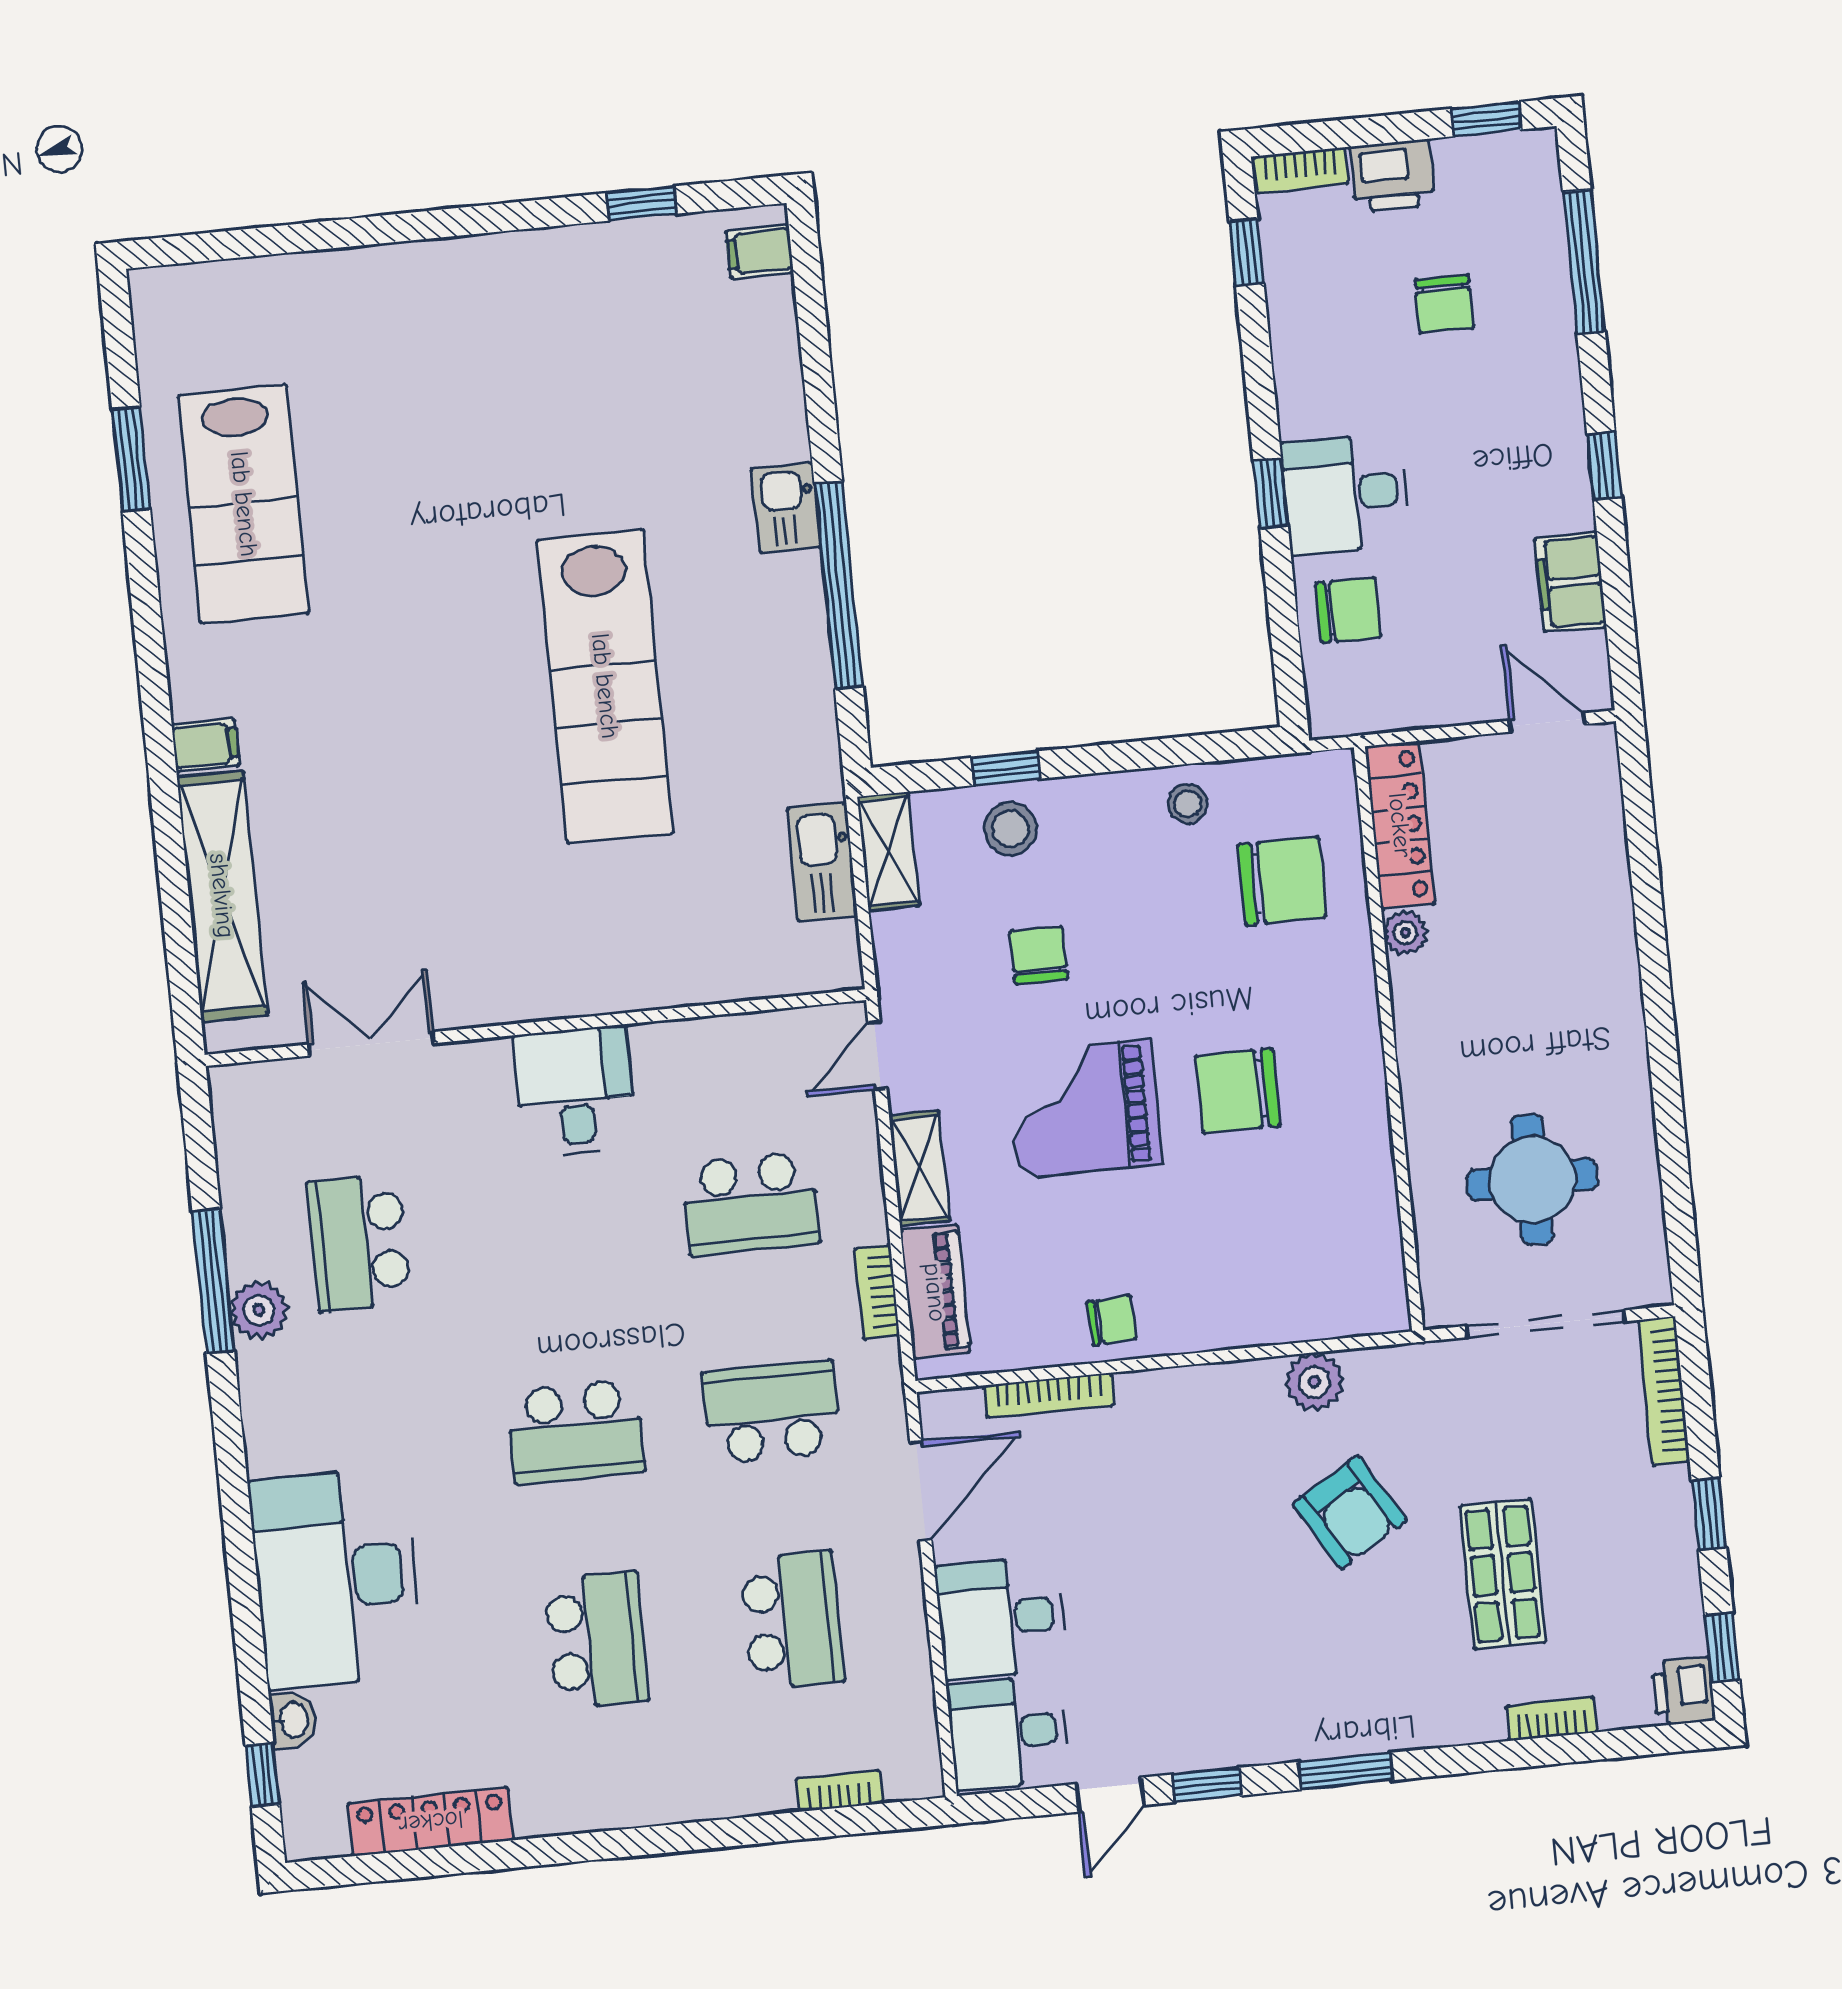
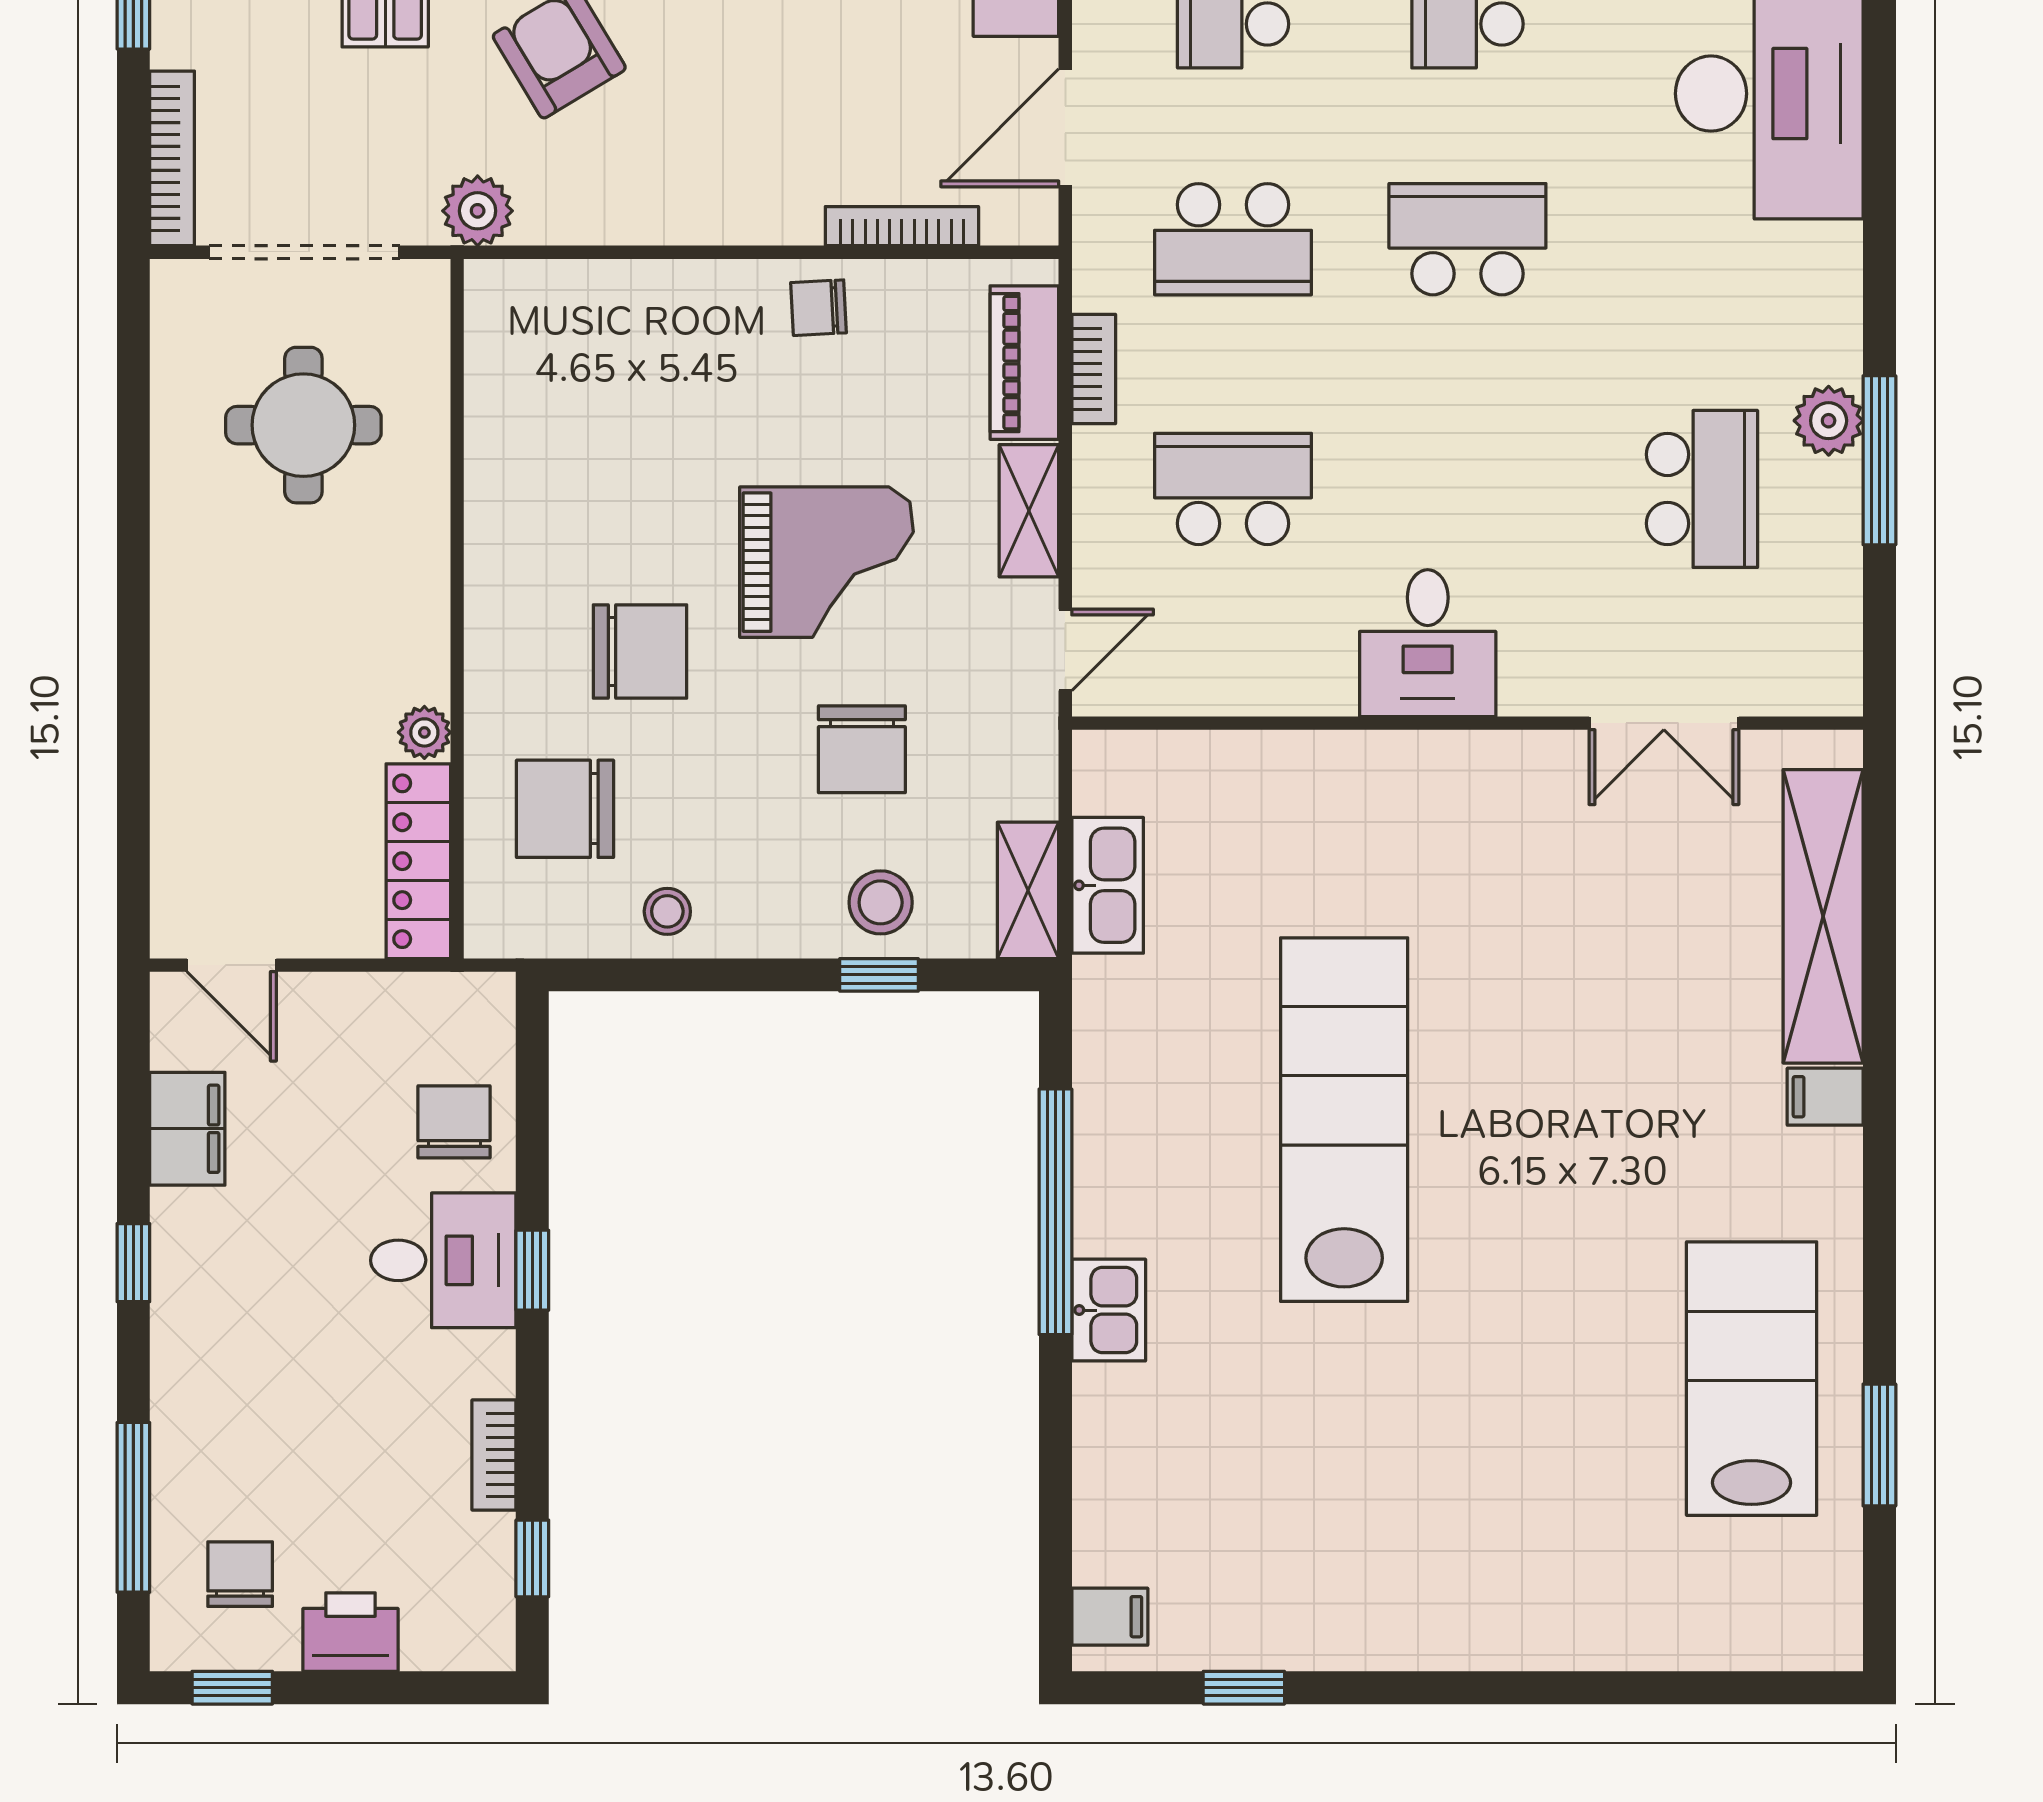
bookcase: (1301, 170) -> (494, 1455), moved, turned -90
chair: (1444, 304) -> (240, 1574), moved
chair: (1348, 610) -> (454, 1122), turned 90
chair: (1039, 955) -> (862, 749), width x1.37, depth x1.37
chair: (1238, 1091) -> (640, 652), moved
plant: (1314, 1382) -> (478, 211), moved

